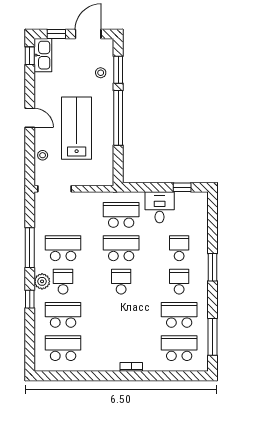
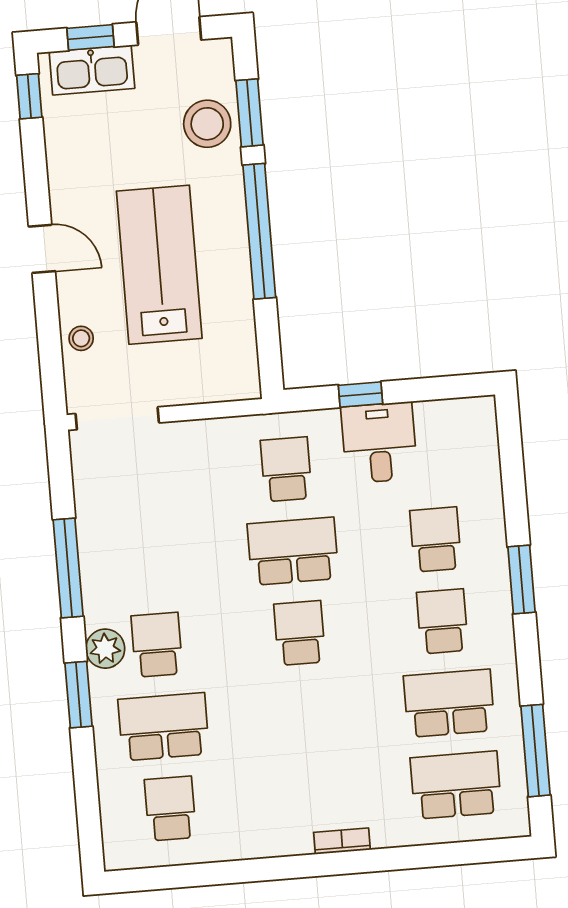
kitchen sink: (43, 55) -> (92, 70), moved, turned 90
stool: (101, 73) -> (207, 124), width x1.89, depth x1.89
window: (182, 187) -> (361, 395), moved
school desk: (121, 215) -> (286, 469), width x0.54
school desk: (63, 248) -> (150, 563), removed
window: (30, 299) -> (79, 695), width x1.50
school desk: (63, 348) -> (170, 809), width x0.54

